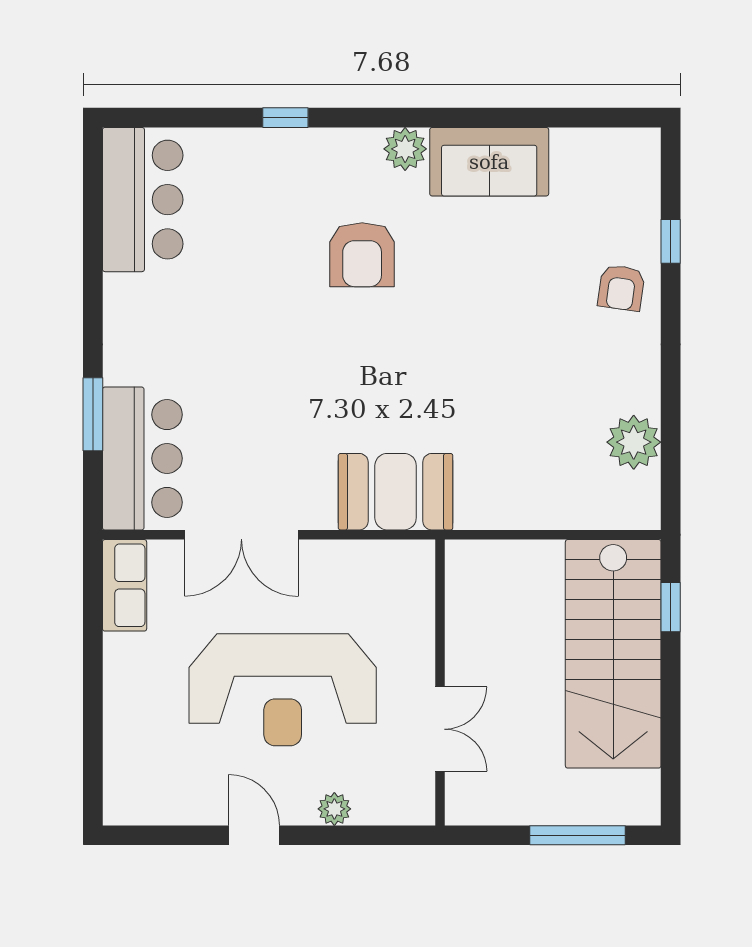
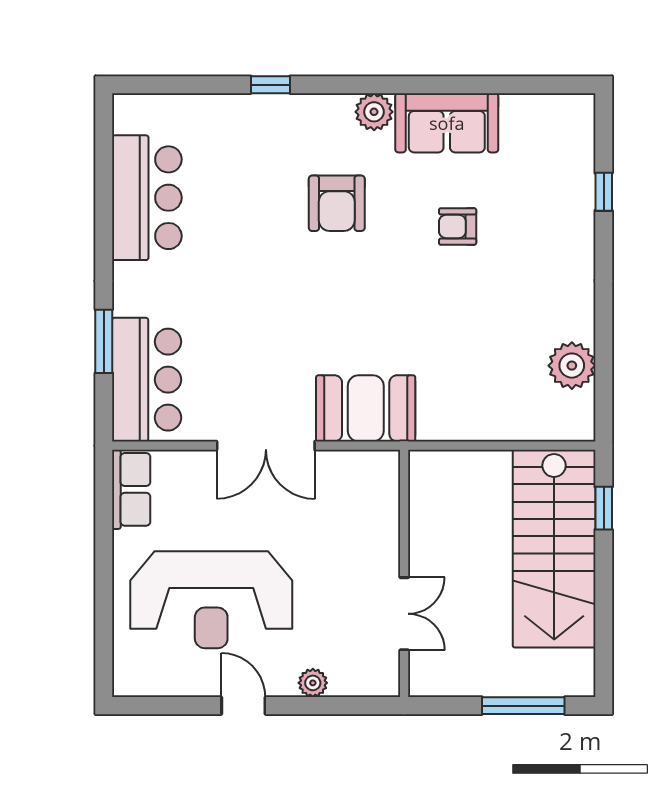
bar counter: (143, 200) -> (147, 198), moved
armchair: (621, 288) -> (458, 226), moved, turned 82
double door: (241, 535) -> (266, 446), moved
reception desk: (283, 690) -> (211, 600), moved

